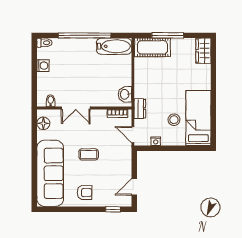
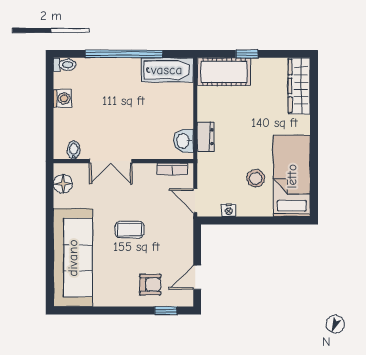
window: (168, 35) -> (247, 54), width x0.46
wardrobe: (203, 51) -> (299, 86), width x1.50
dresser: (140, 109) -> (205, 137), moved
armchair: (85, 193) -> (150, 285), moved

